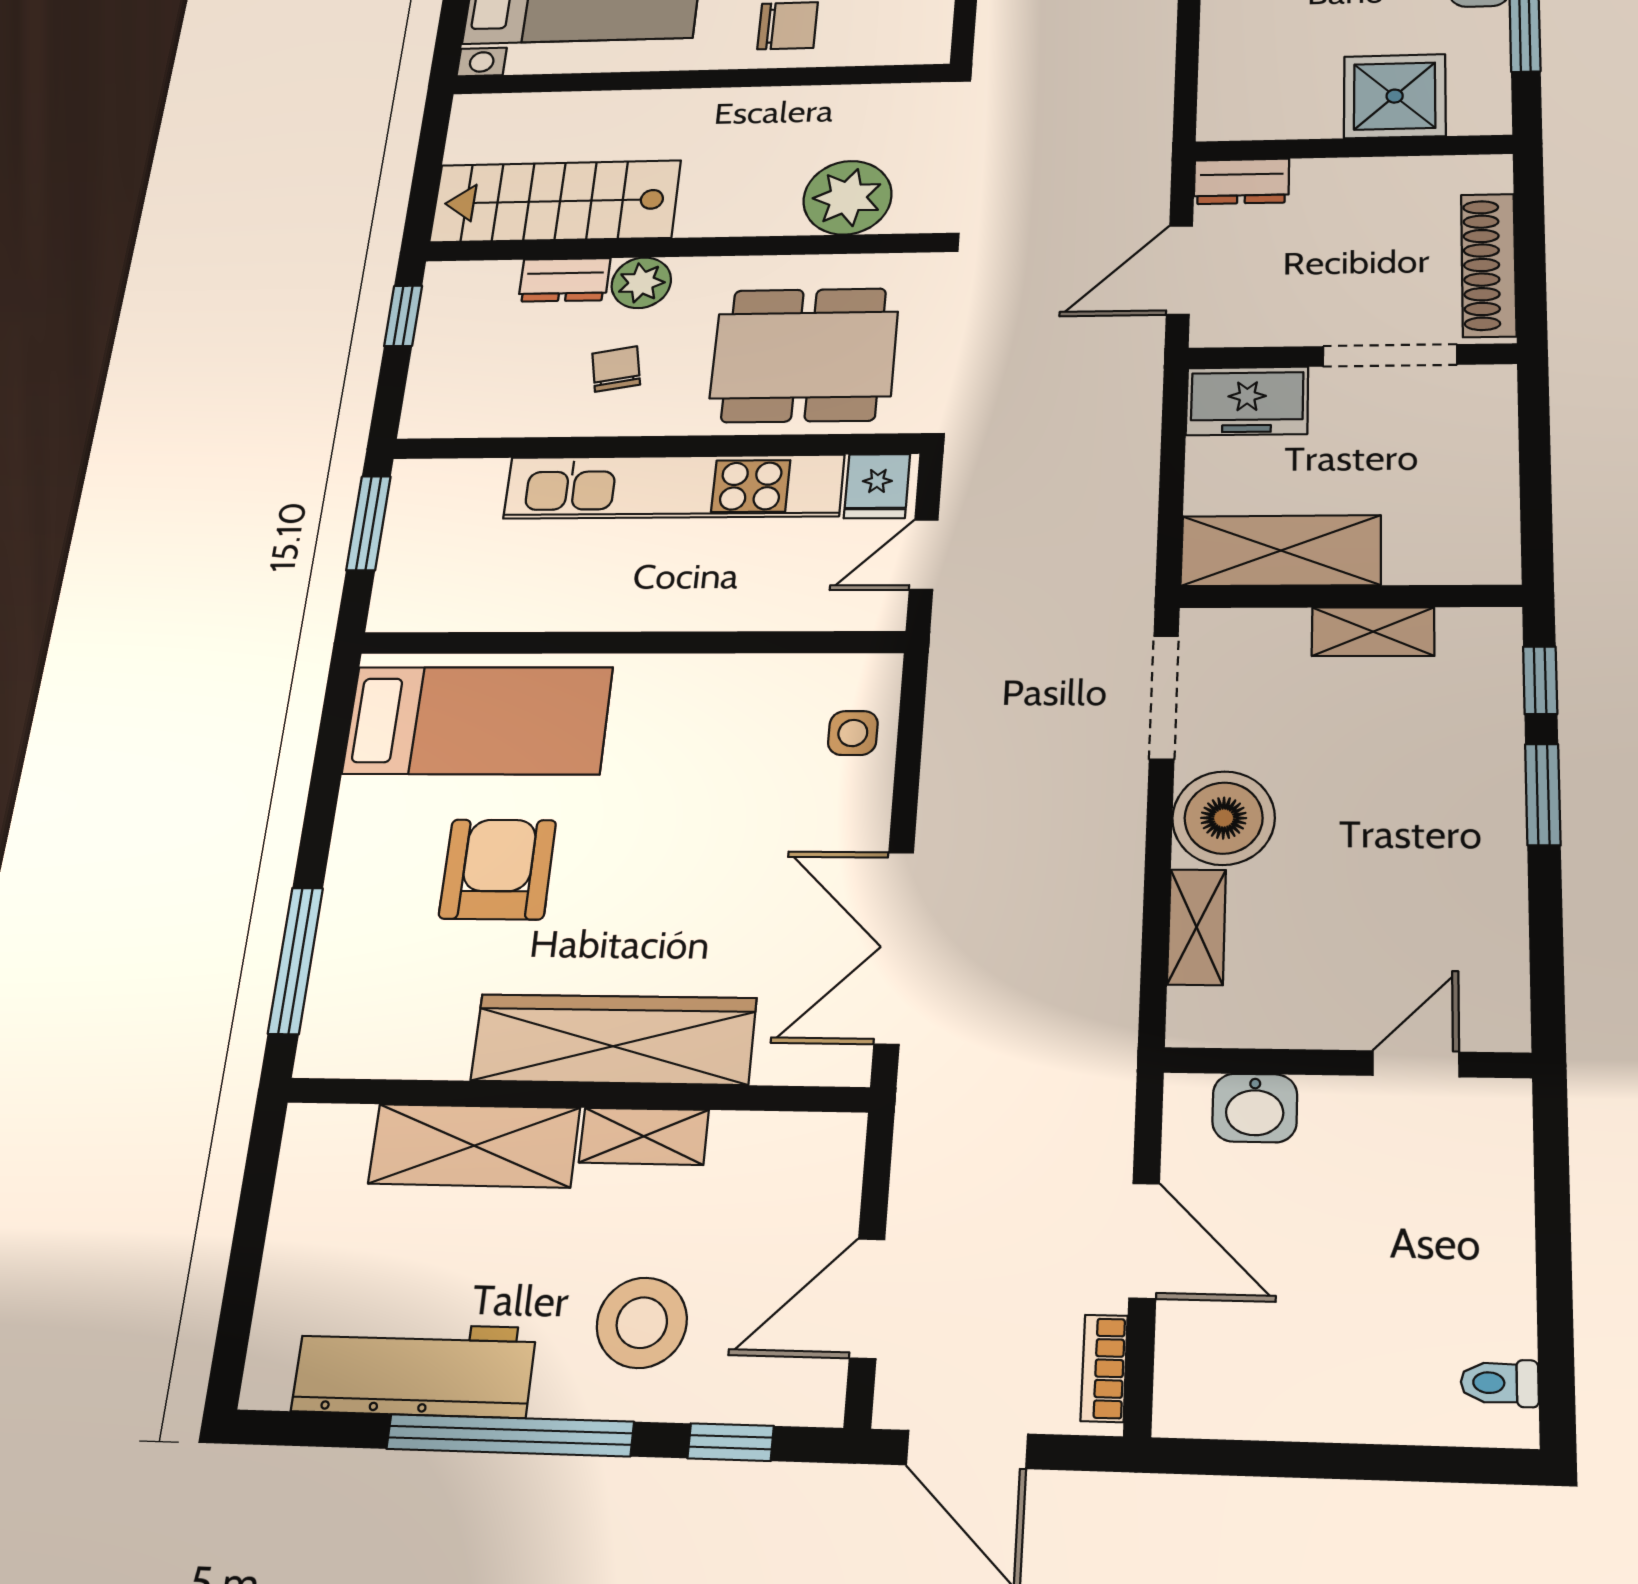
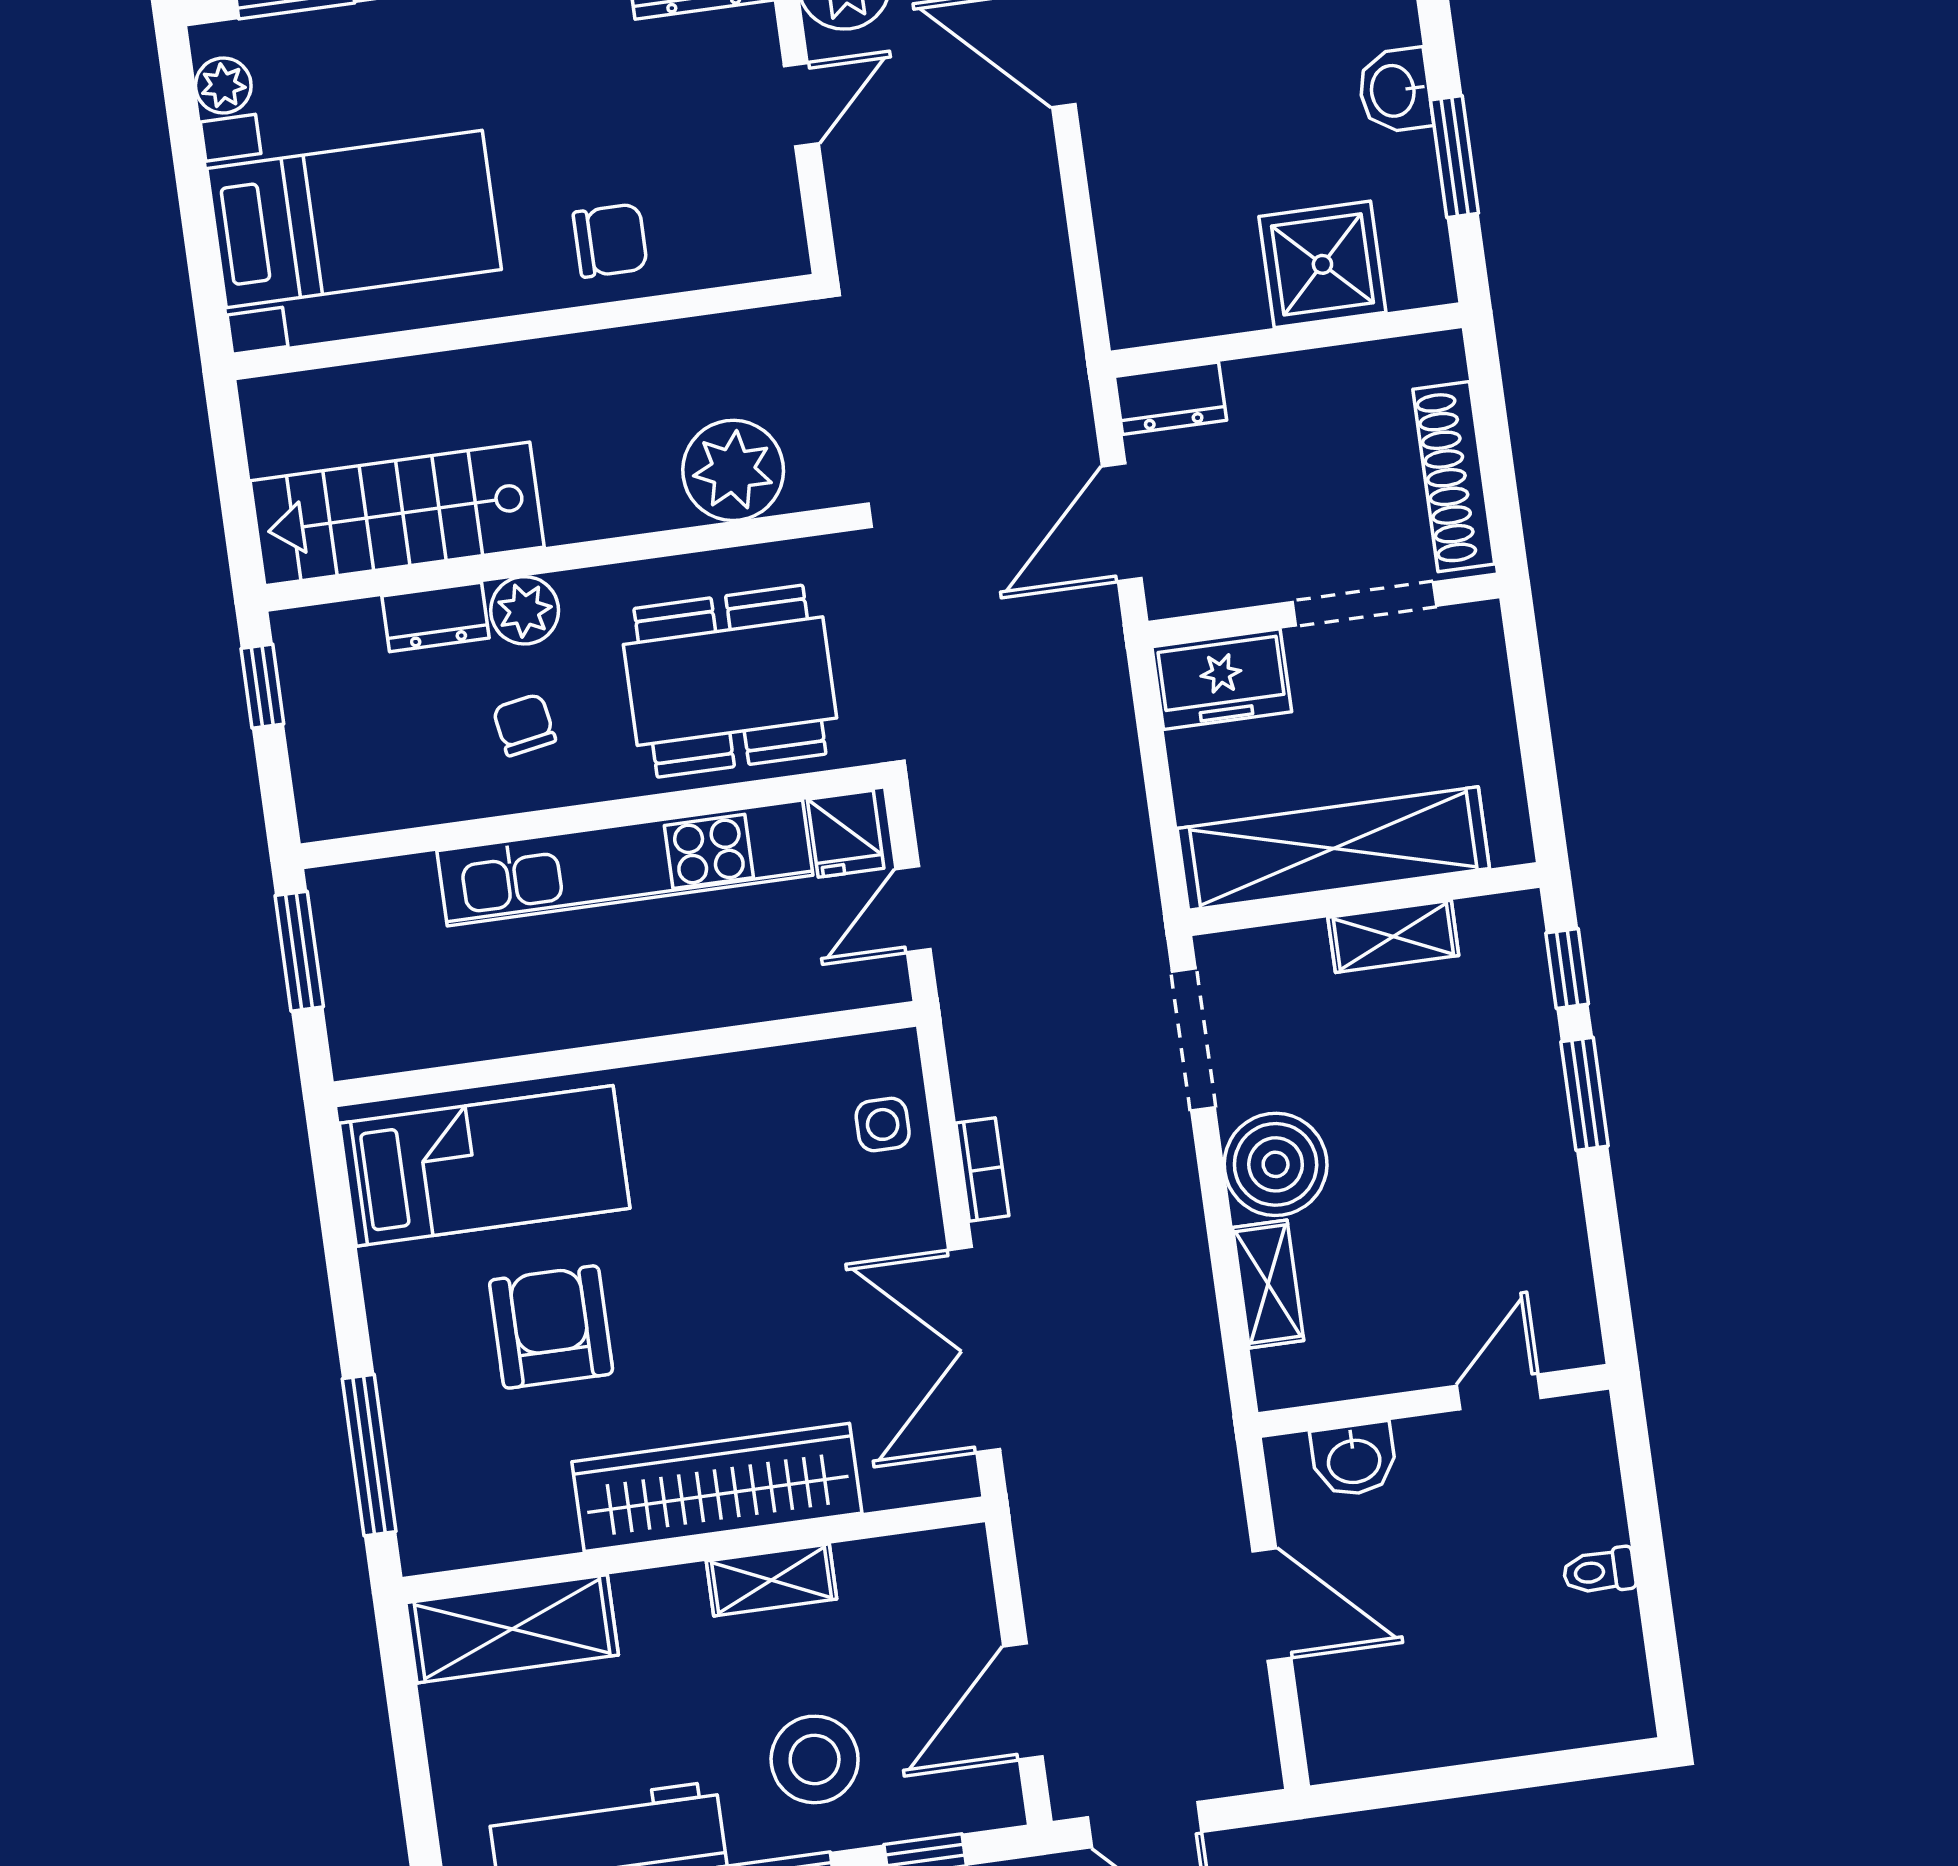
shelving: (1281, 551) -> (1333, 848), width x1.47
shelving: (474, 1146) -> (512, 1629), moved
bookcase: (1104, 1368) -> (982, 1169), moved, turned 180
toilet: (1500, 1383) -> (1599, 1571), moved

